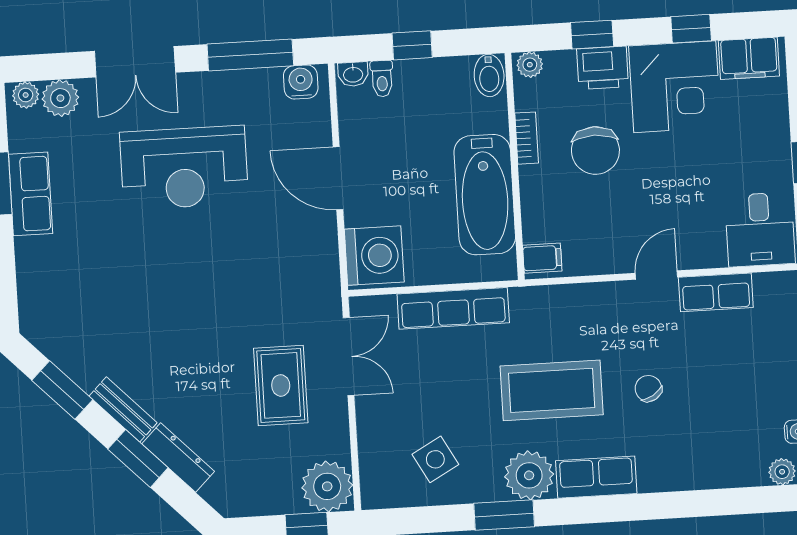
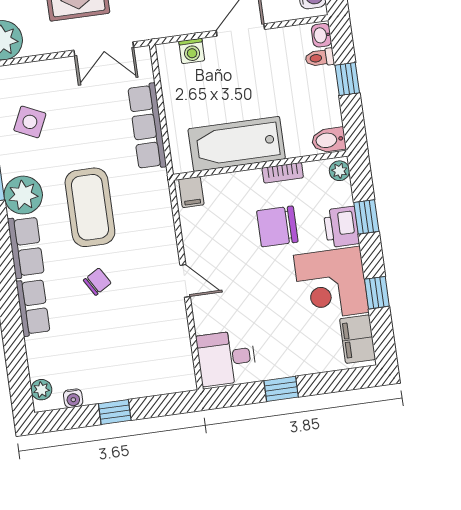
washing machine: (374, 256) -> (192, 51), width x0.53, depth x0.53
row of seats: (716, 292) -> (33, 307), moved, turned 180
side table: (435, 459) -> (30, 122), turned -36

